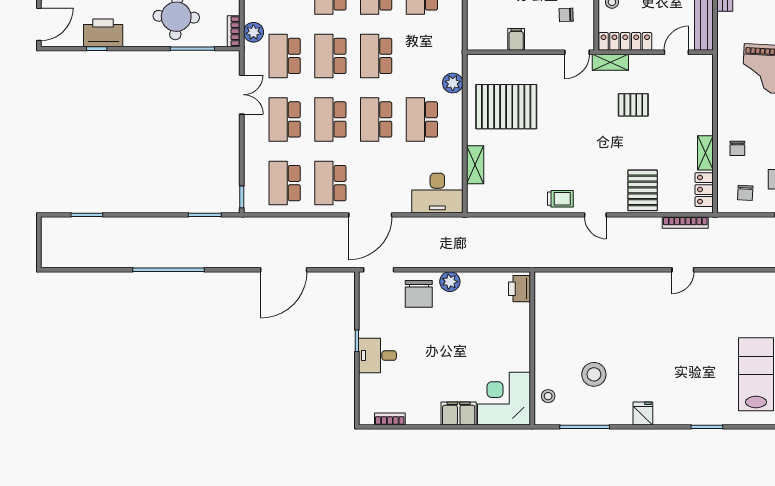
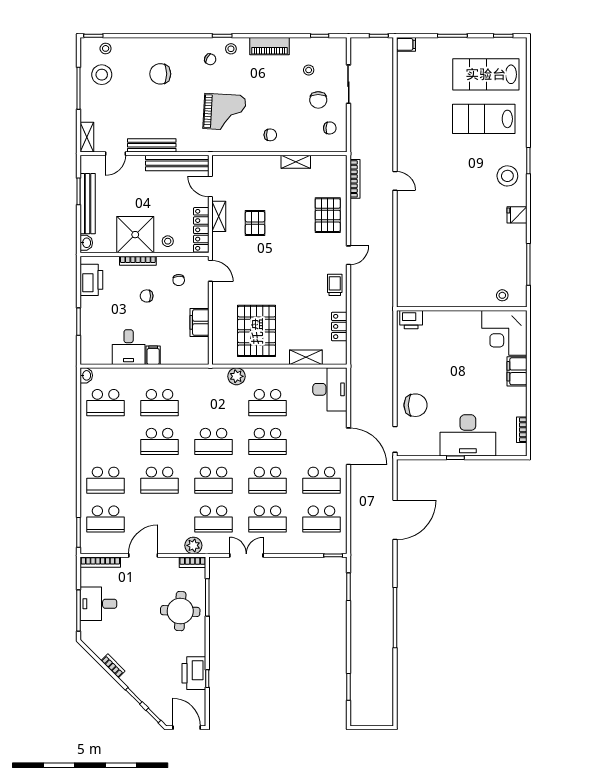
filing cabinet: (516, 39) -> (199, 322), width x2.00
shelving: (610, 62) -> (219, 216), moved
chair: (737, 148) -> (270, 135), moved
pallet: (643, 190) -> (328, 215), turned 90
locker: (704, 190) -> (339, 326), moved, turned 90
door: (284, 270) -> (395, 520), hinge flipped
plant: (450, 282) -> (405, 379), removed
desk: (377, 356) -> (468, 435), width x1.87, depth x1.30
stool: (594, 374) -> (507, 176), moved

